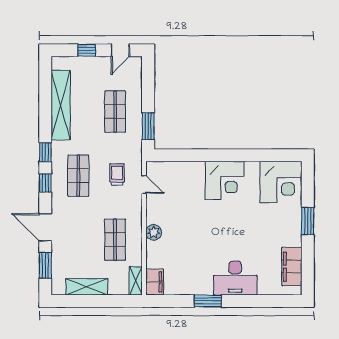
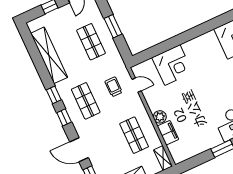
window: (148, 126) -> (113, 26), moved
corner desk: (225, 180) -> (172, 65), moved
filing cabinet: (155, 282) -> (168, 133), moved

